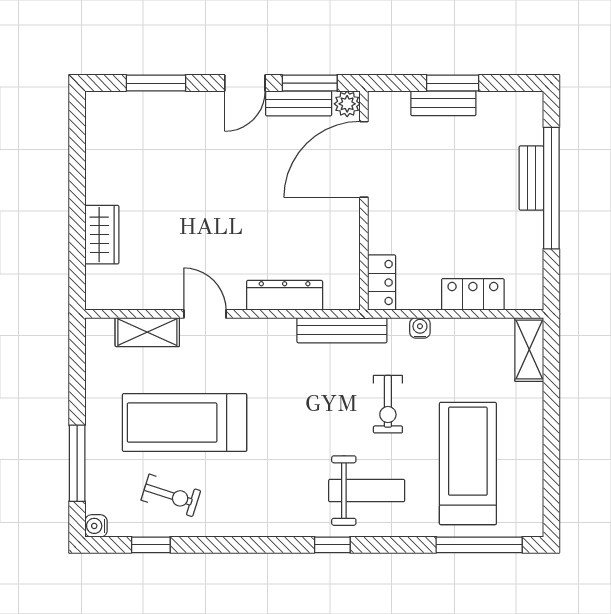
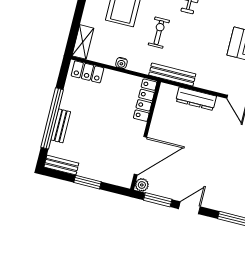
bench: (299, 103) -> (166, 191), removed
bench: (443, 103) -> (61, 165), moved
locker: (382, 283) -> (145, 100), width x1.53
locker: (473, 294) -> (87, 72), moved
water cooler: (420, 328) -> (122, 63), moved

